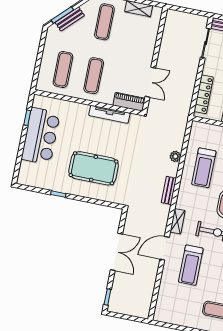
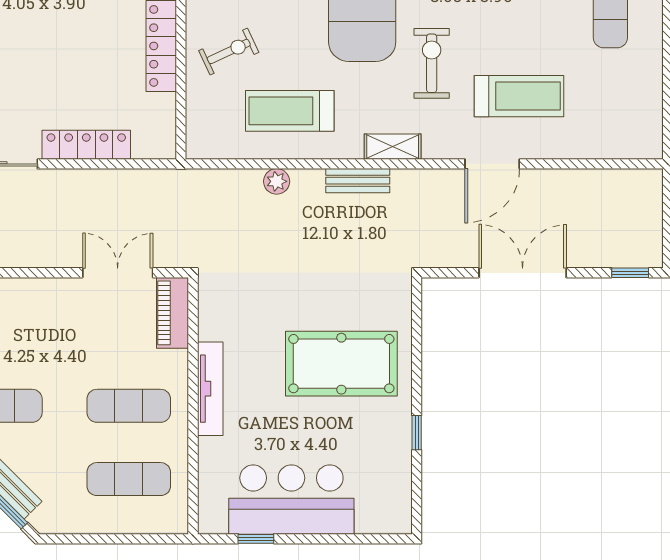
locker: (204, 94) -> (86, 145), moved
tv unit: (109, 114) -> (210, 389), moved
pool table: (94, 168) -> (341, 364), turned 90
treadmill: (204, 168) -> (290, 111), turned 180
shelving: (178, 221) -> (393, 147), moved
door: (165, 248) -> (492, 164), hinge flipped

